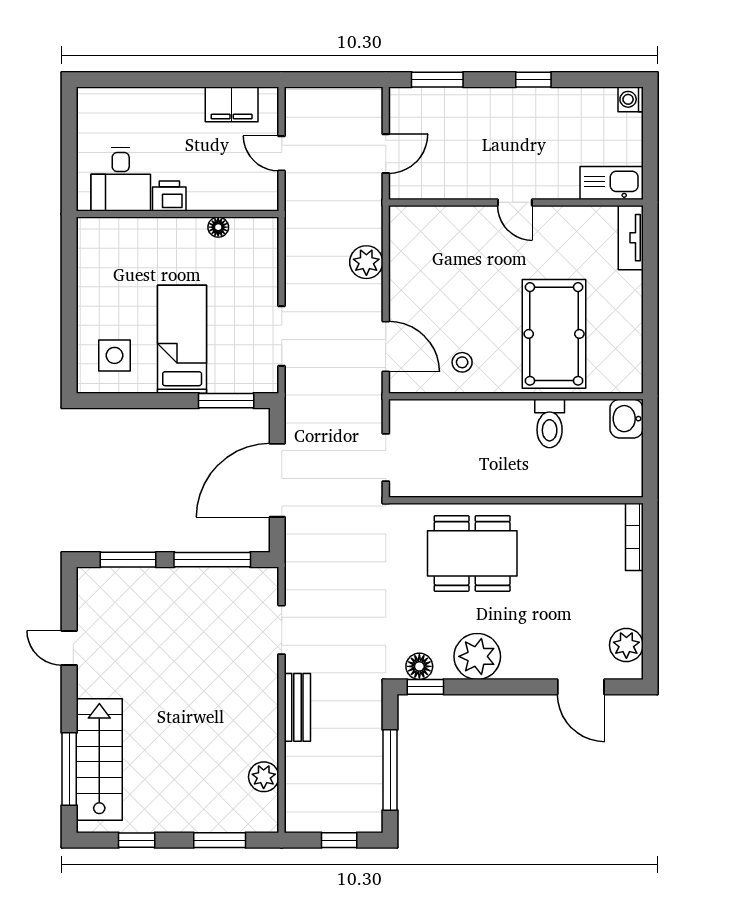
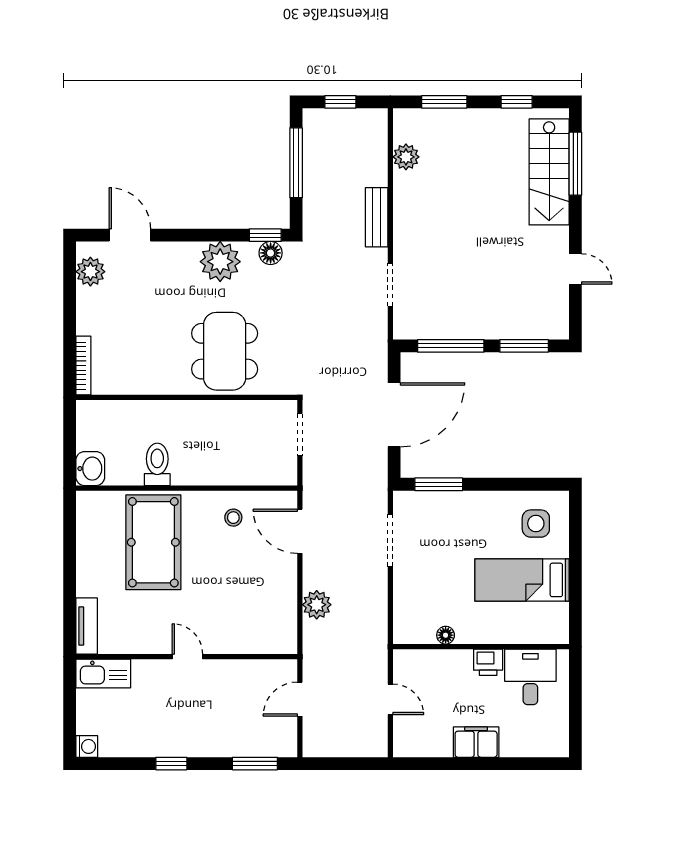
filing cabinet: (232, 104) -> (476, 742), moved
bed: (182, 339) -> (522, 580), moved, turned 90
dining table: (472, 553) -> (225, 351), turned 90

